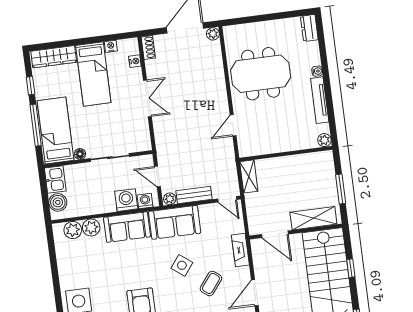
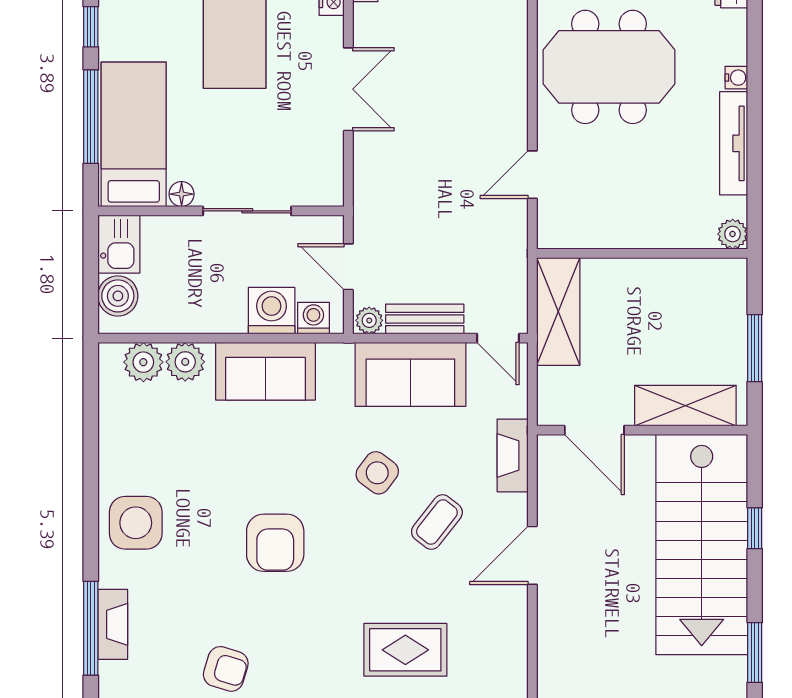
shelving: (249, 176) -> (558, 311), width x1.50, depth x1.33
sofa: (175, 222) -> (410, 374), moved

